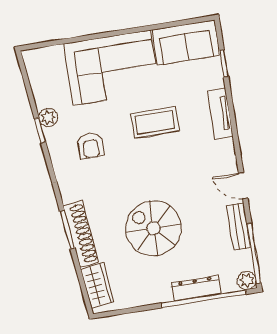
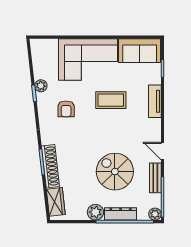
spiral stairs: (153, 228) -> (115, 172), moved
plant: (158, 292) -> (95, 212), added

